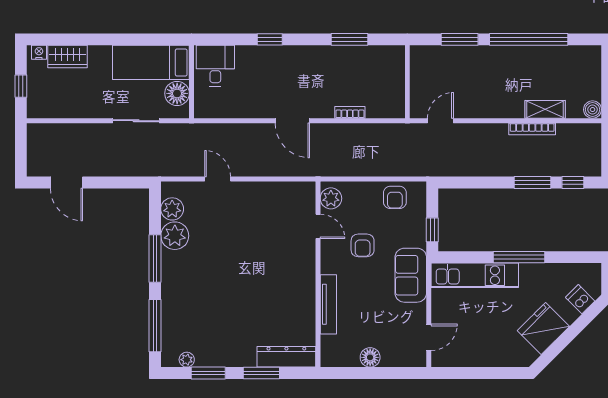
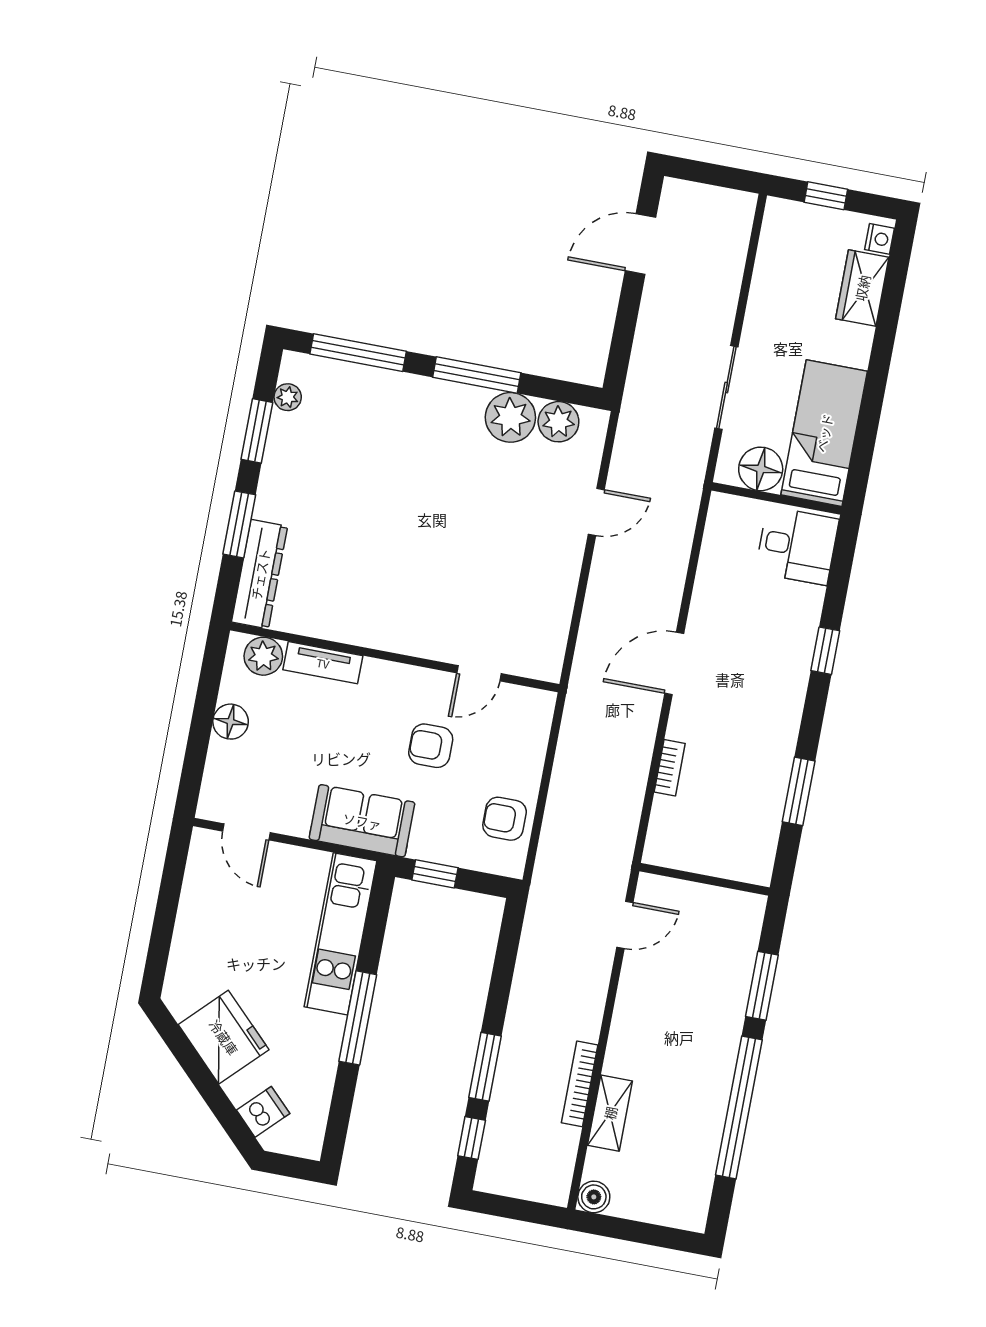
door: (440, 121) -> (625, 925), hinge flipped
plant: (331, 198) -> (263, 656), moved
tv unit: (328, 304) -> (323, 663), width x0.71

